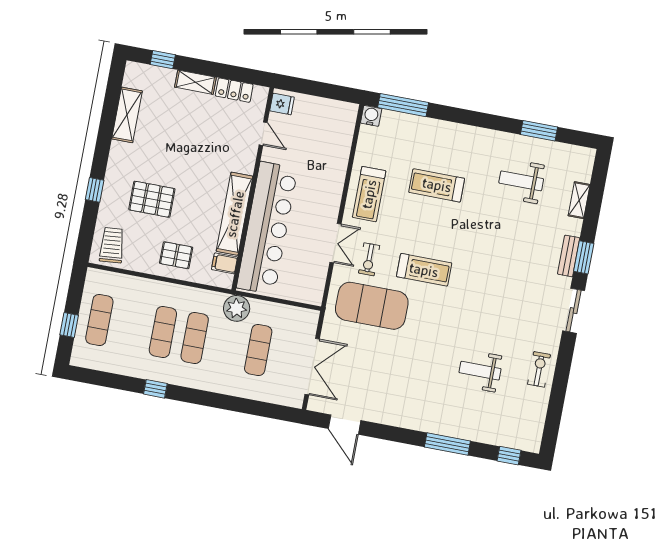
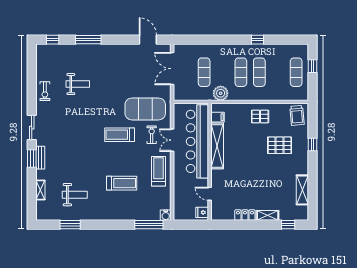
fridge: (282, 104) -> (202, 212), moved
door: (263, 134) -> (210, 194), moved
wall: (253, 189) -> (210, 162), moved
shelving: (235, 214) -> (217, 146), moved
bar counter: (267, 228) -> (197, 141), moved
filing cabinet: (224, 263) -> (218, 117), moved

